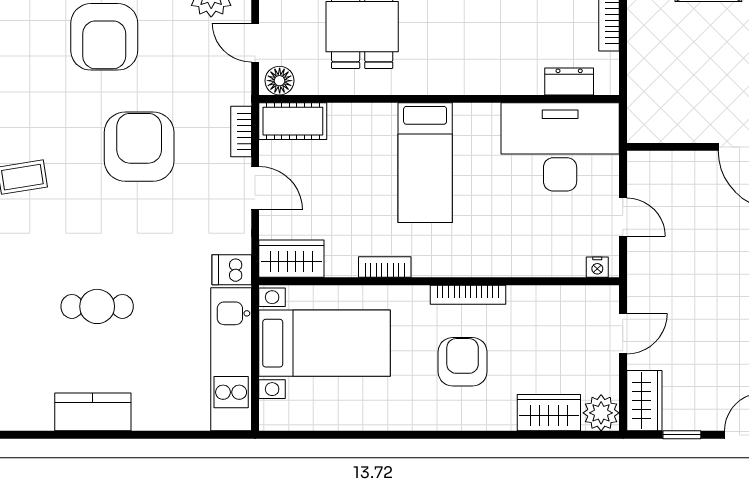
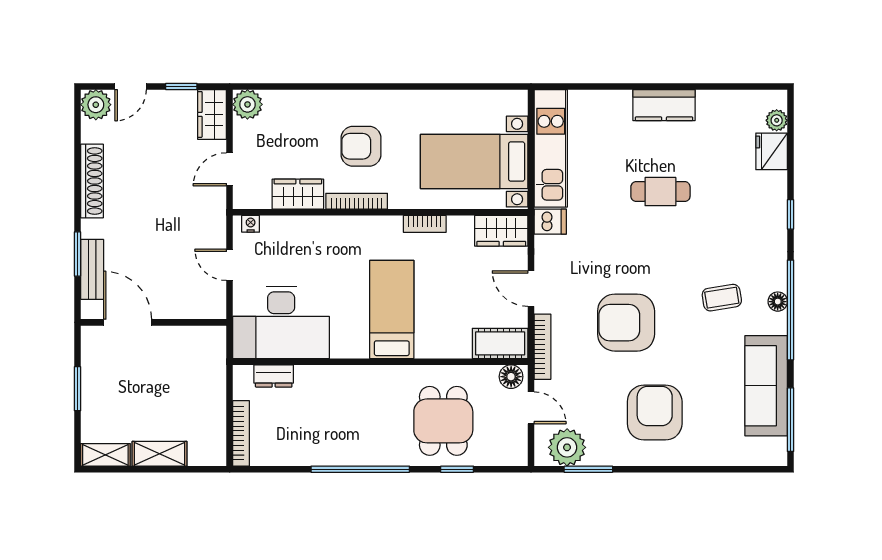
bookcase: (241, 132) -> (542, 347), width x1.56
armchair: (139, 147) -> (626, 323), turned 90
armchair: (463, 362) -> (361, 146), turned 90
wardrobe: (549, 413) -> (298, 194), moved, turned 180

